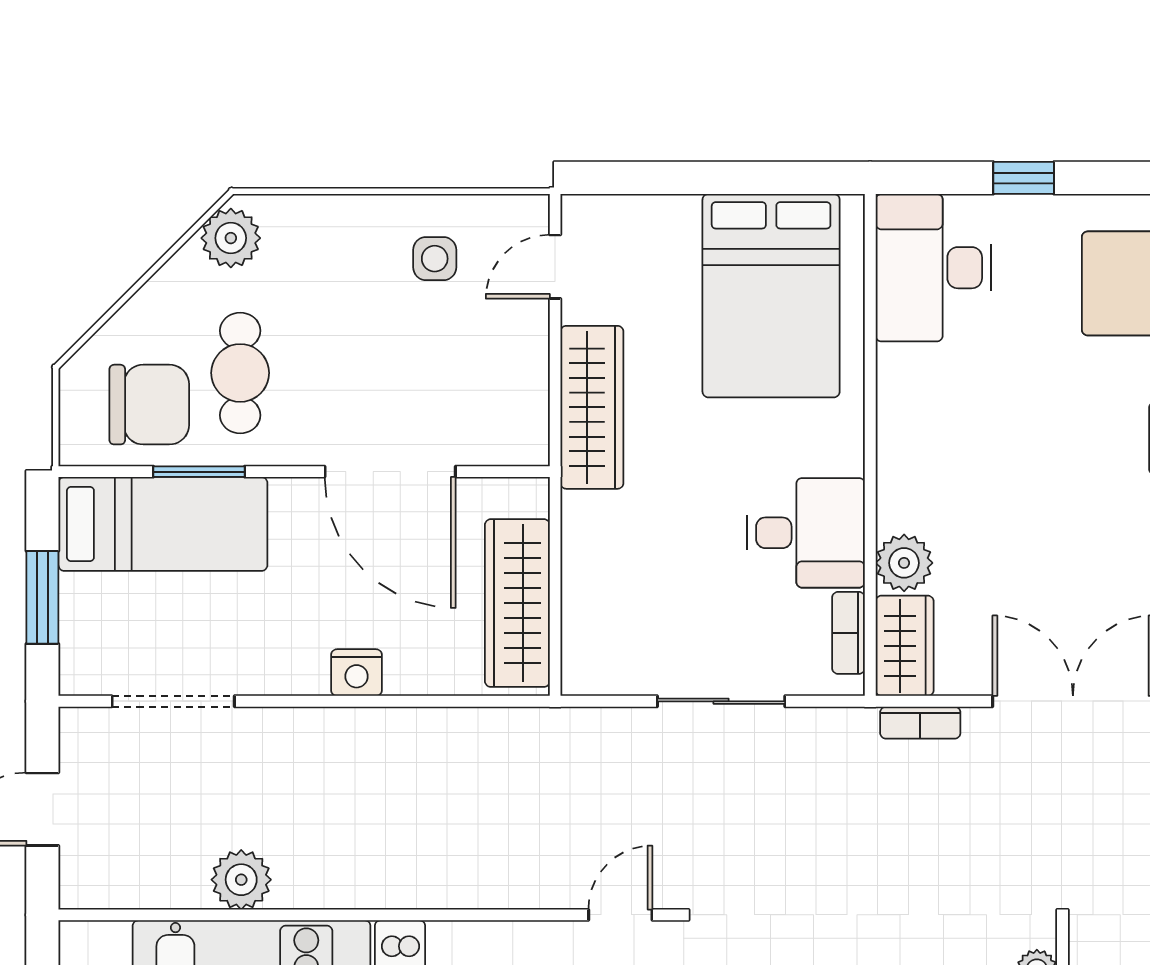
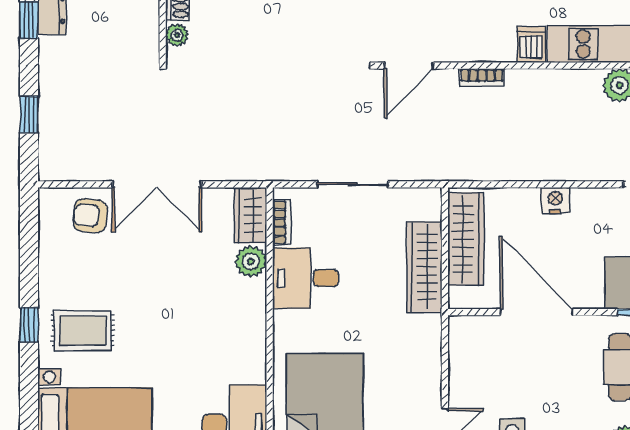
wardrobe: (592, 407) -> (424, 267), moved
bookcase: (920, 723) -> (482, 78), moved, turned 180
door: (620, 915) -> (409, 66), width x1.38

